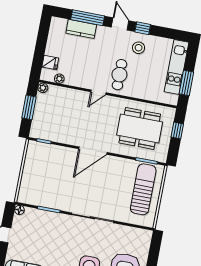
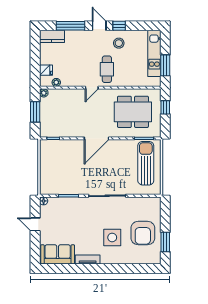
kitchen counter: (81, 29) -> (52, 36), moved

